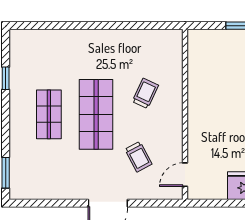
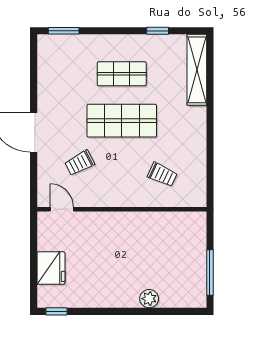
shelving: (45, 39) -> (197, 70), added
trolley: (145, 93) -> (162, 175), moved

